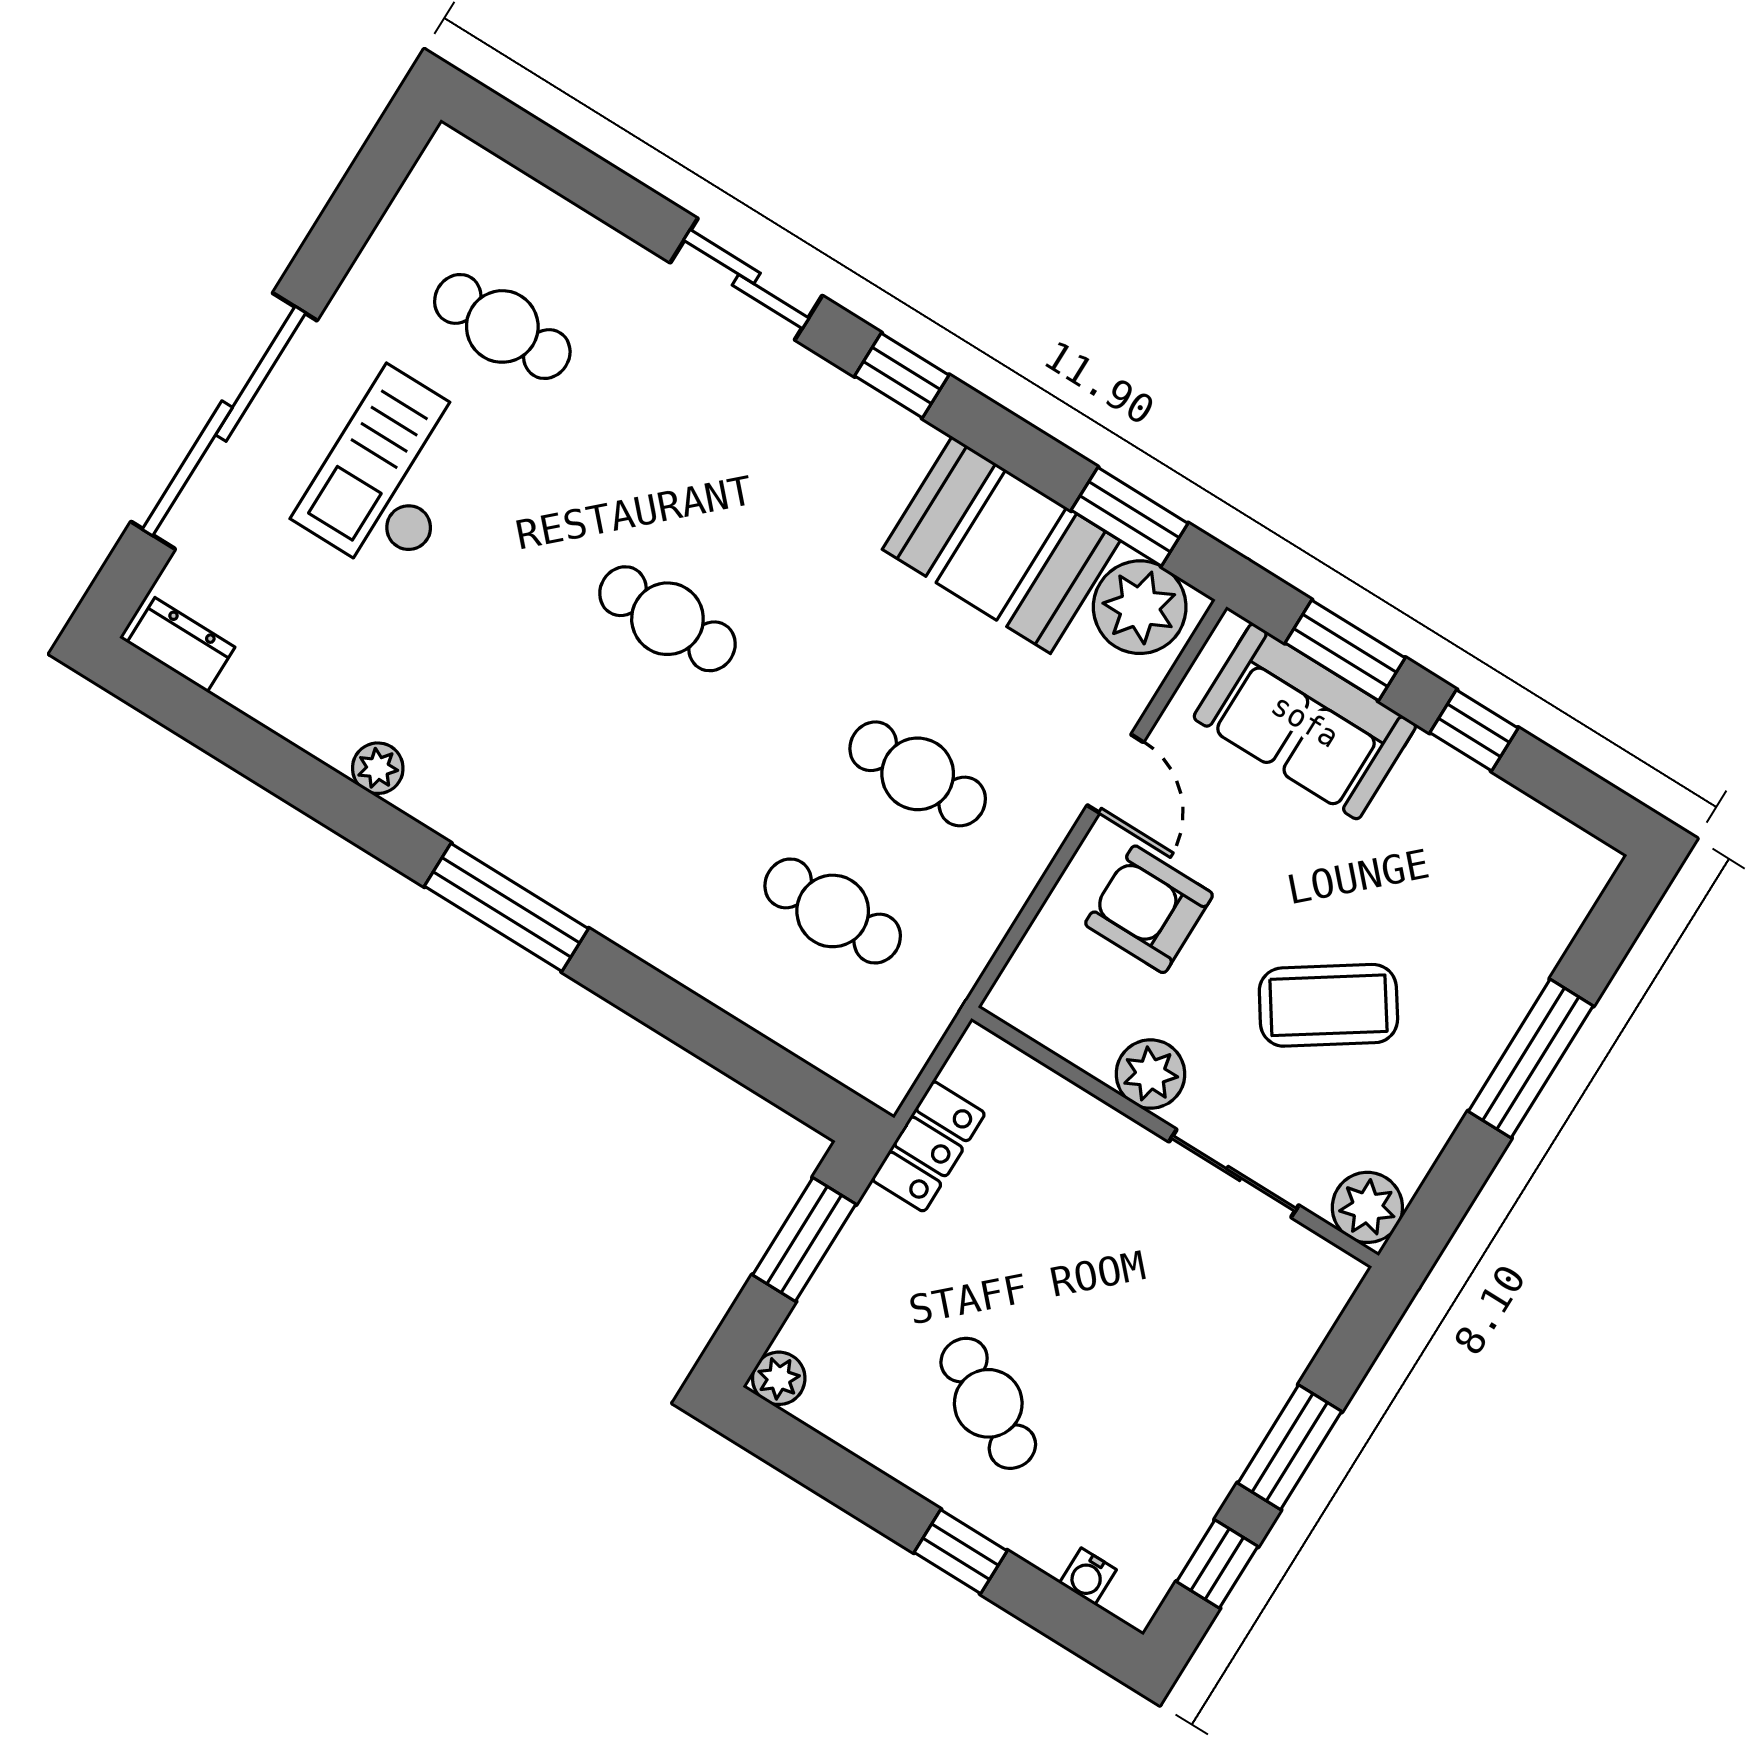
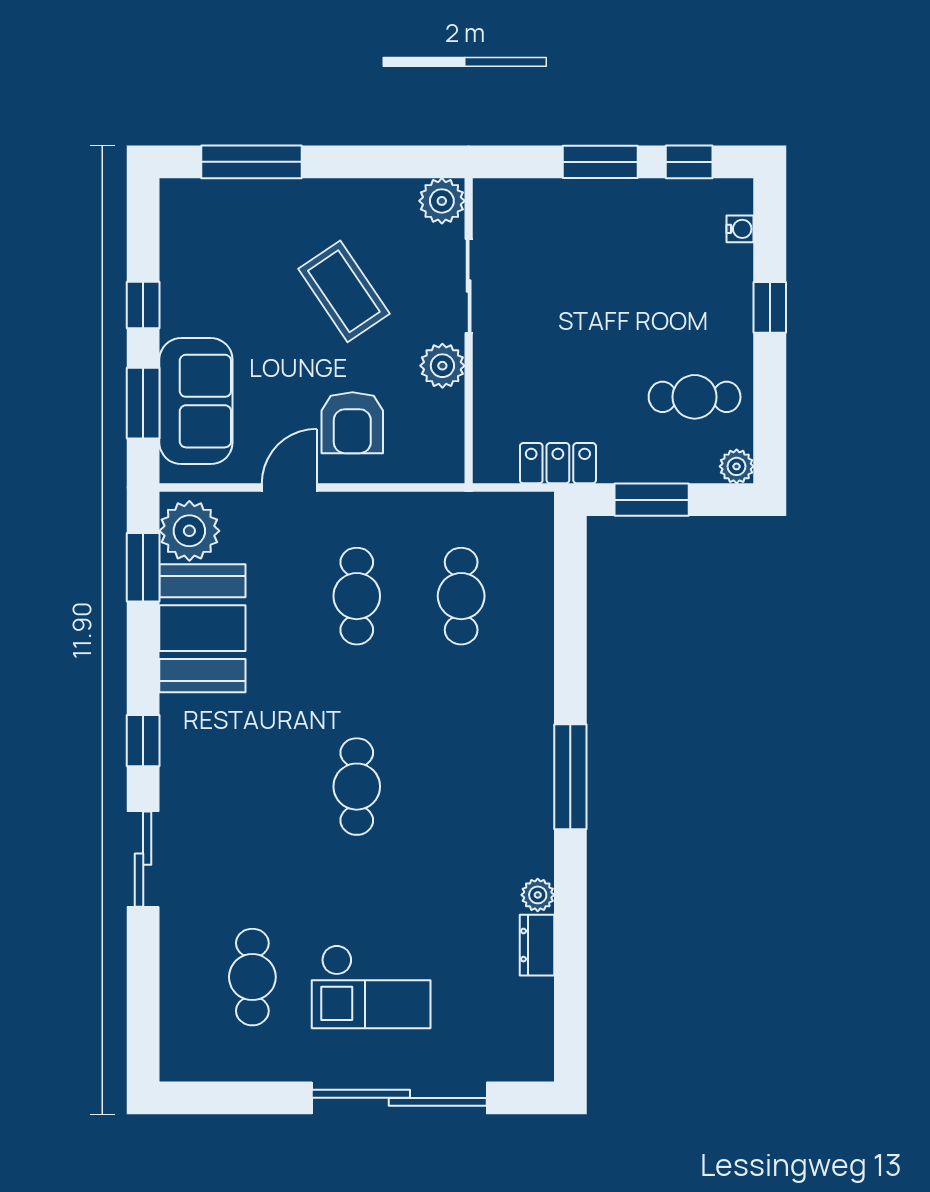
dresser: (181, 645) -> (537, 945), moved
window: (1531, 1059) -> (251, 162), moved
cafe table: (988, 1403) -> (695, 397), moved, turned 61

